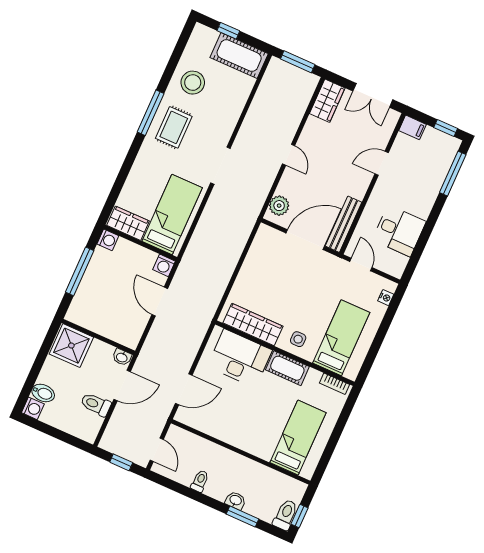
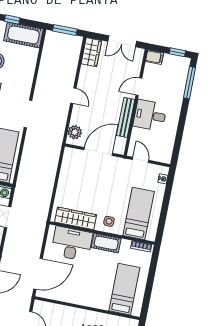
bench: (344, 224) -> (126, 117), moved
desk: (399, 231) -> (150, 115), moved, turned 180
door: (184, 389) -> (38, 274), width x1.36

